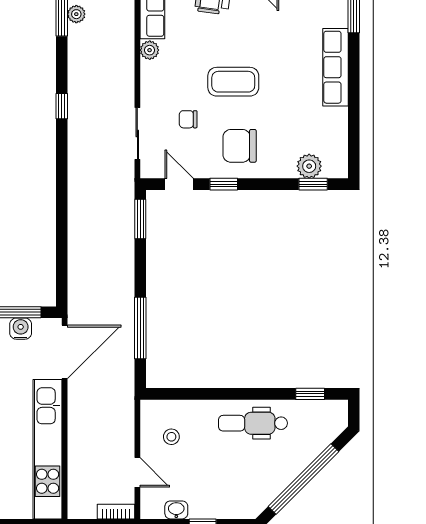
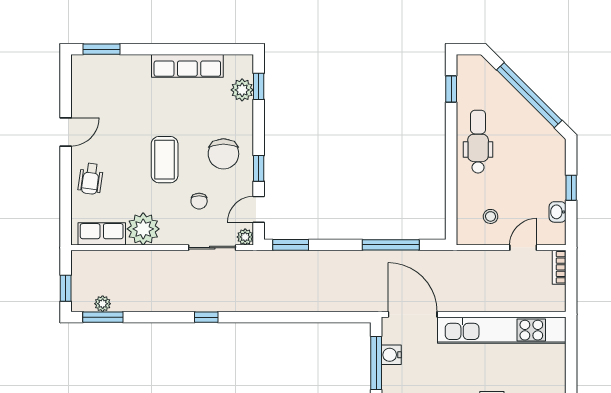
plant: (150, 50) -> (143, 229), width x1.88, depth x1.88
row of seats: (335, 67) -> (187, 66), moved
window: (62, 106) -> (206, 317), moved
plant: (149, 169) -> (245, 237), added
dental chair: (253, 423) -> (478, 142), turned 180

